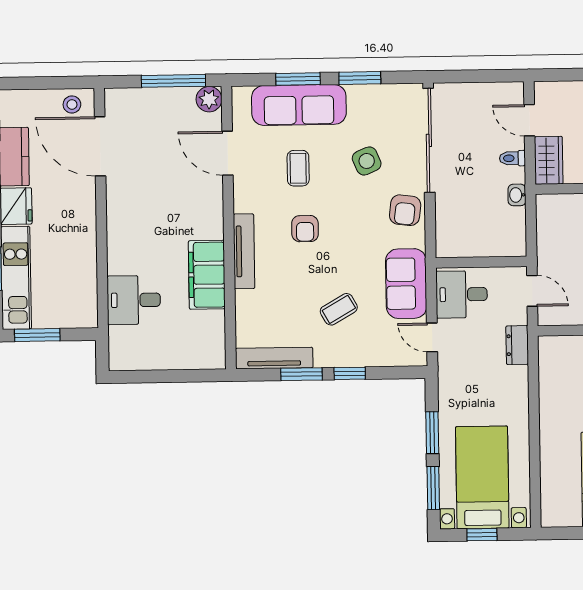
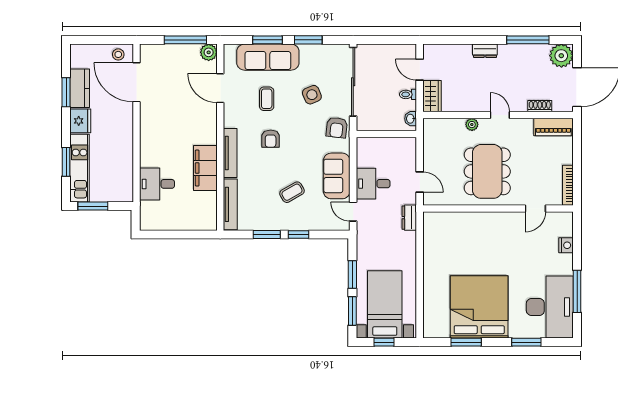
wall: (481, 262) -> (386, 134), moved
tv unit: (274, 358) -> (230, 204), moved, turned 90

